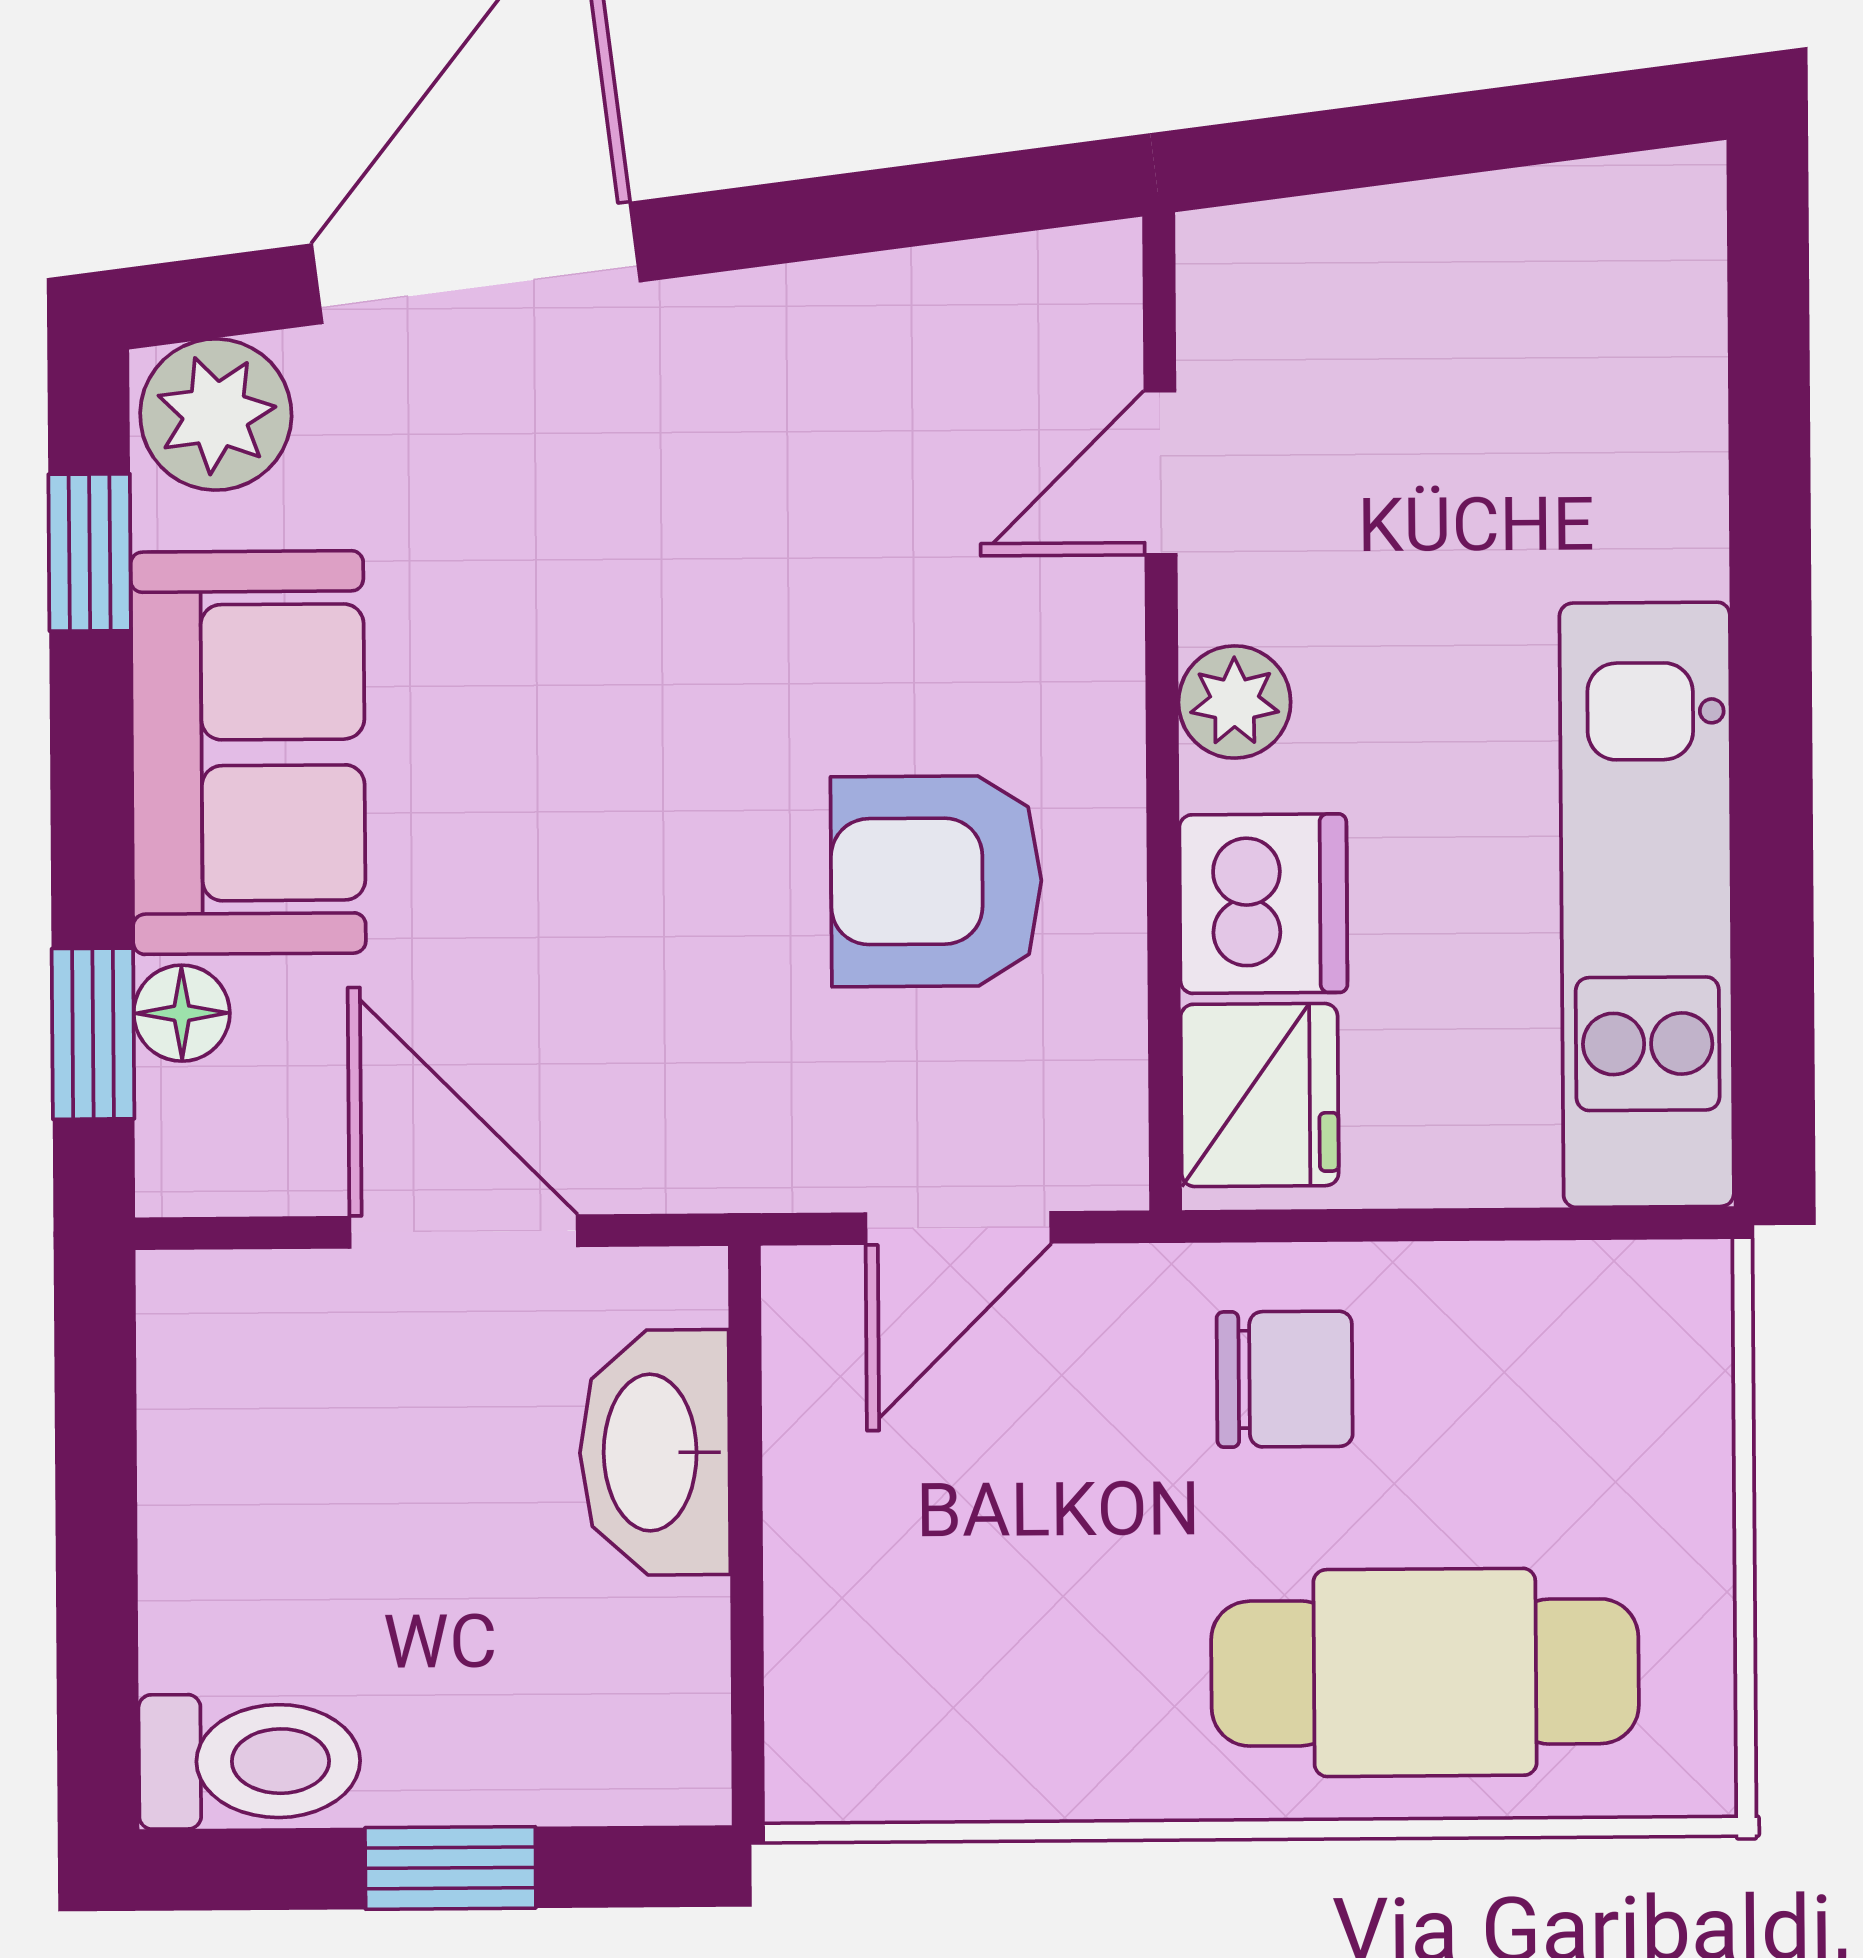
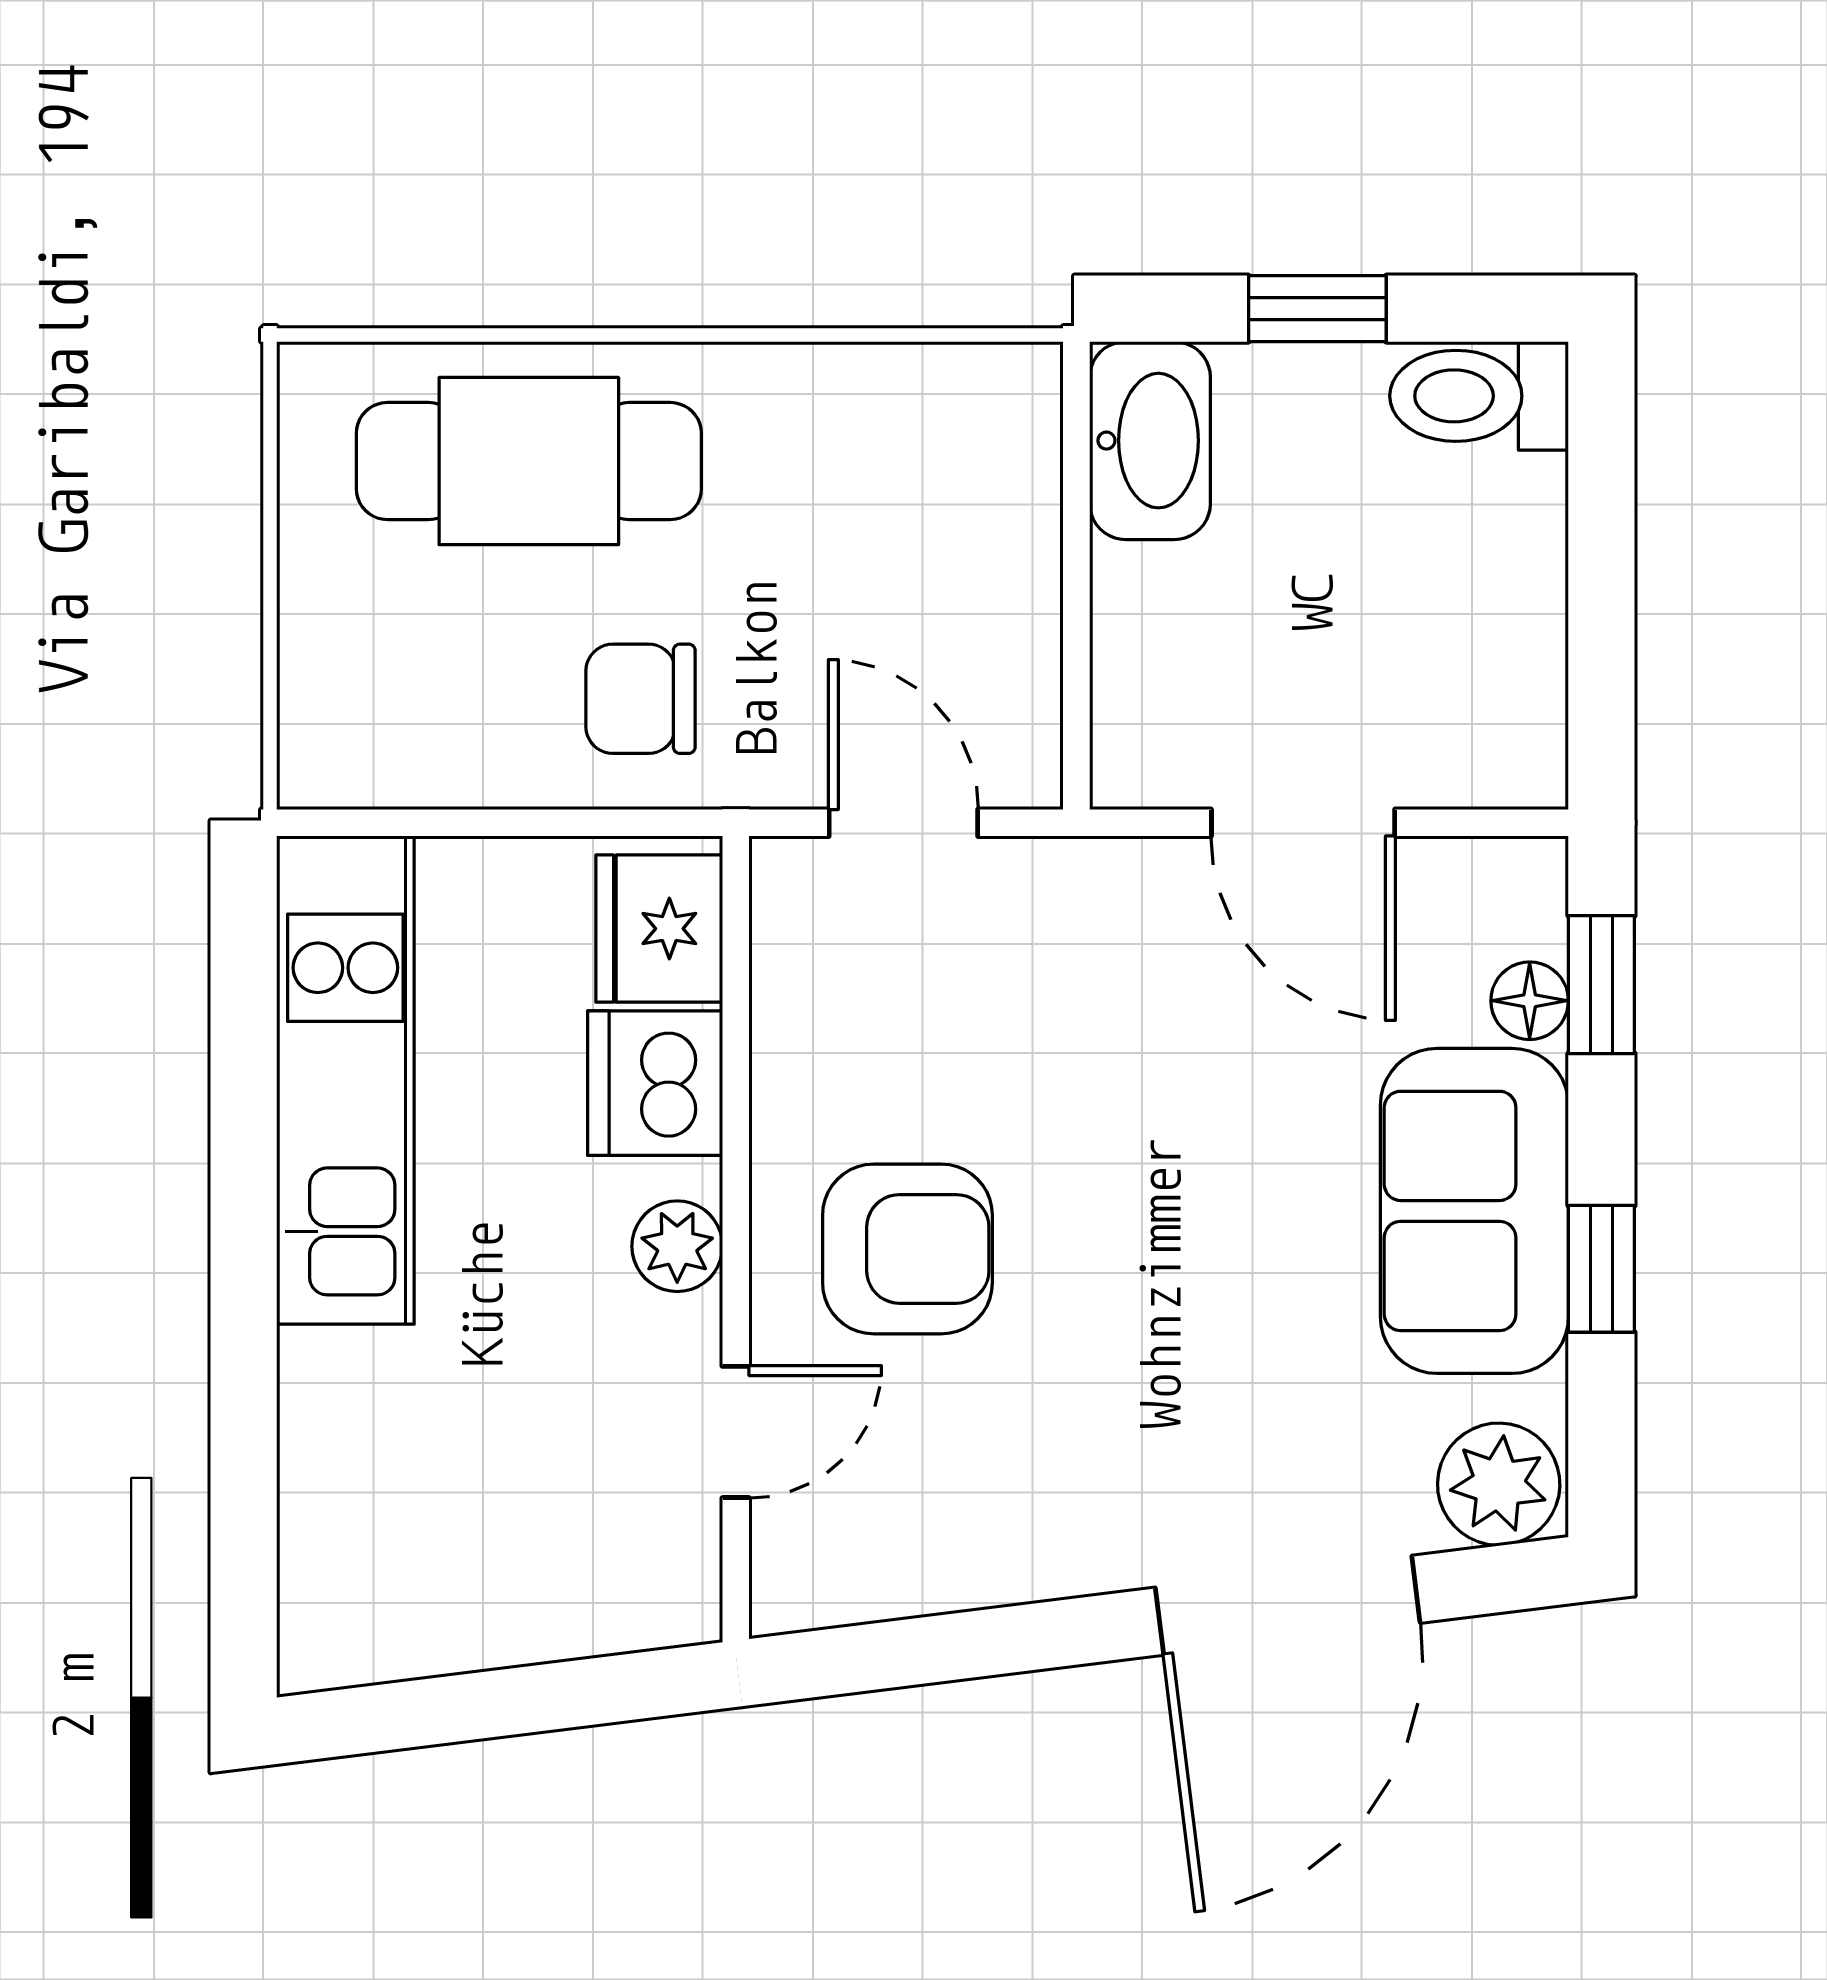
window: (90, 553) -> (1601, 1269), moved
armchair: (936, 881) -> (907, 1249), moved
door: (958, 1228) -> (903, 823), hinge flipped
washbasin: (655, 1452) -> (1150, 441), moved

